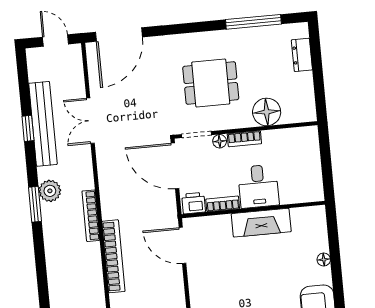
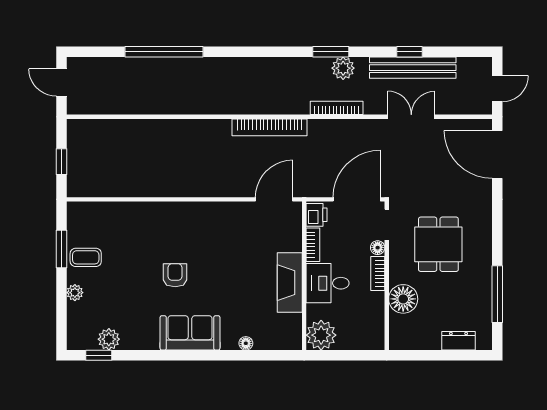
plant: (309, 188) -> (321, 335), added
bookcase: (91, 216) -> (337, 108), moved

